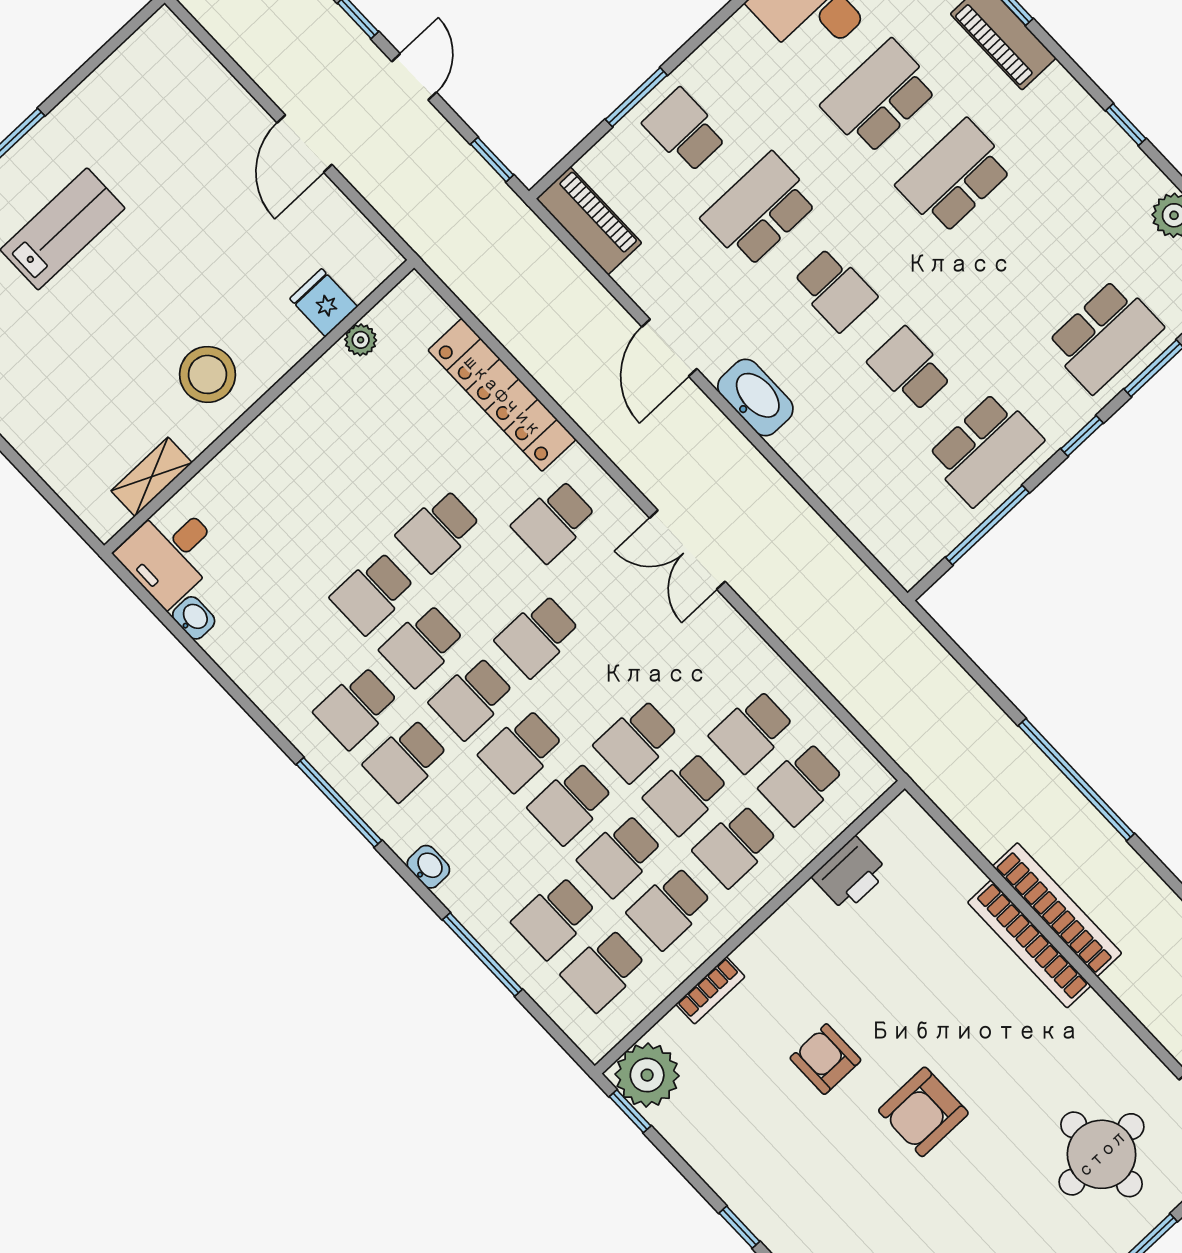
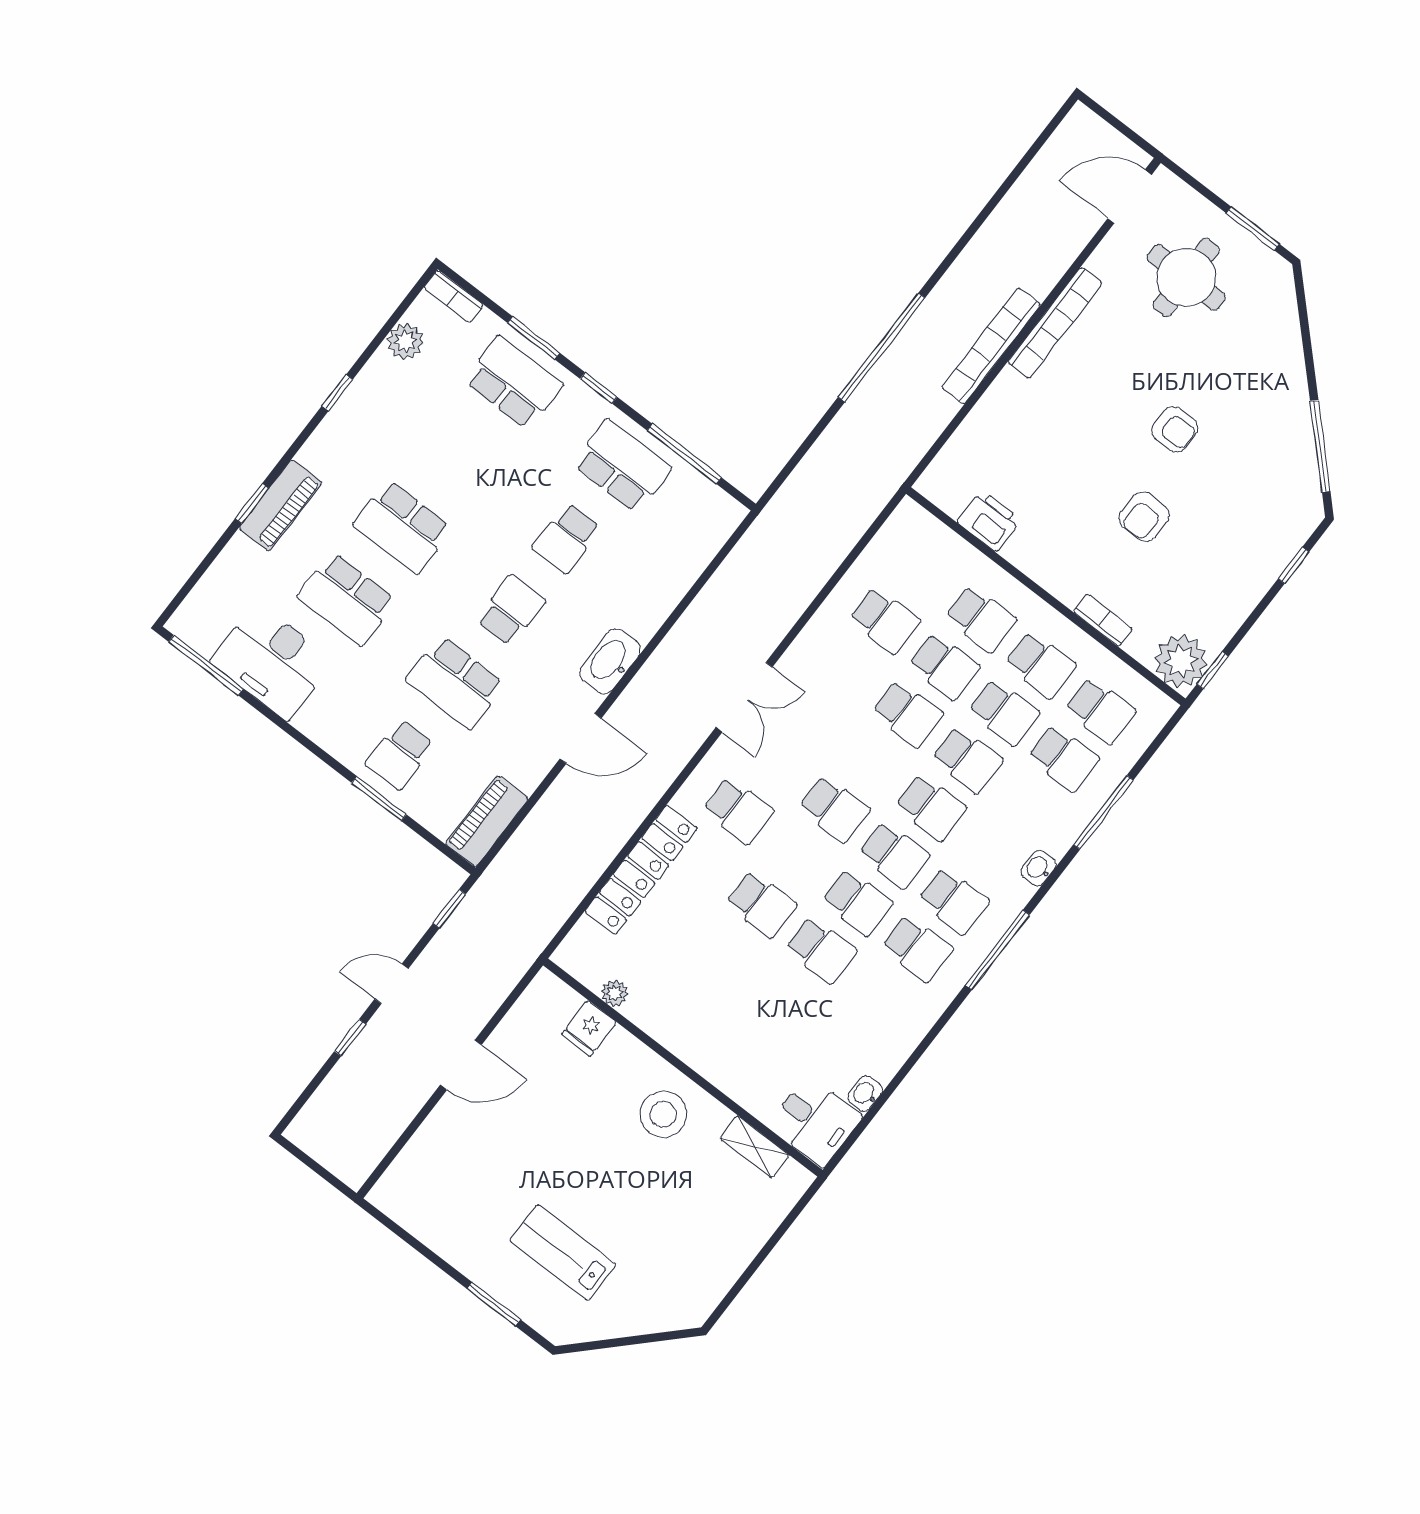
school desk: (801, 784) -> (921, 573), removed
bookcase: (1029, 944) -> (1055, 323), moved
armchair: (923, 1112) -> (1175, 429), width x0.72, depth x0.72

